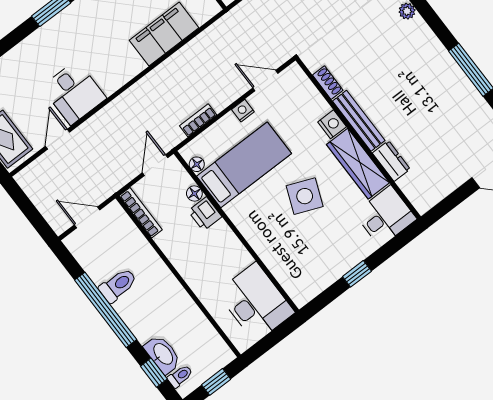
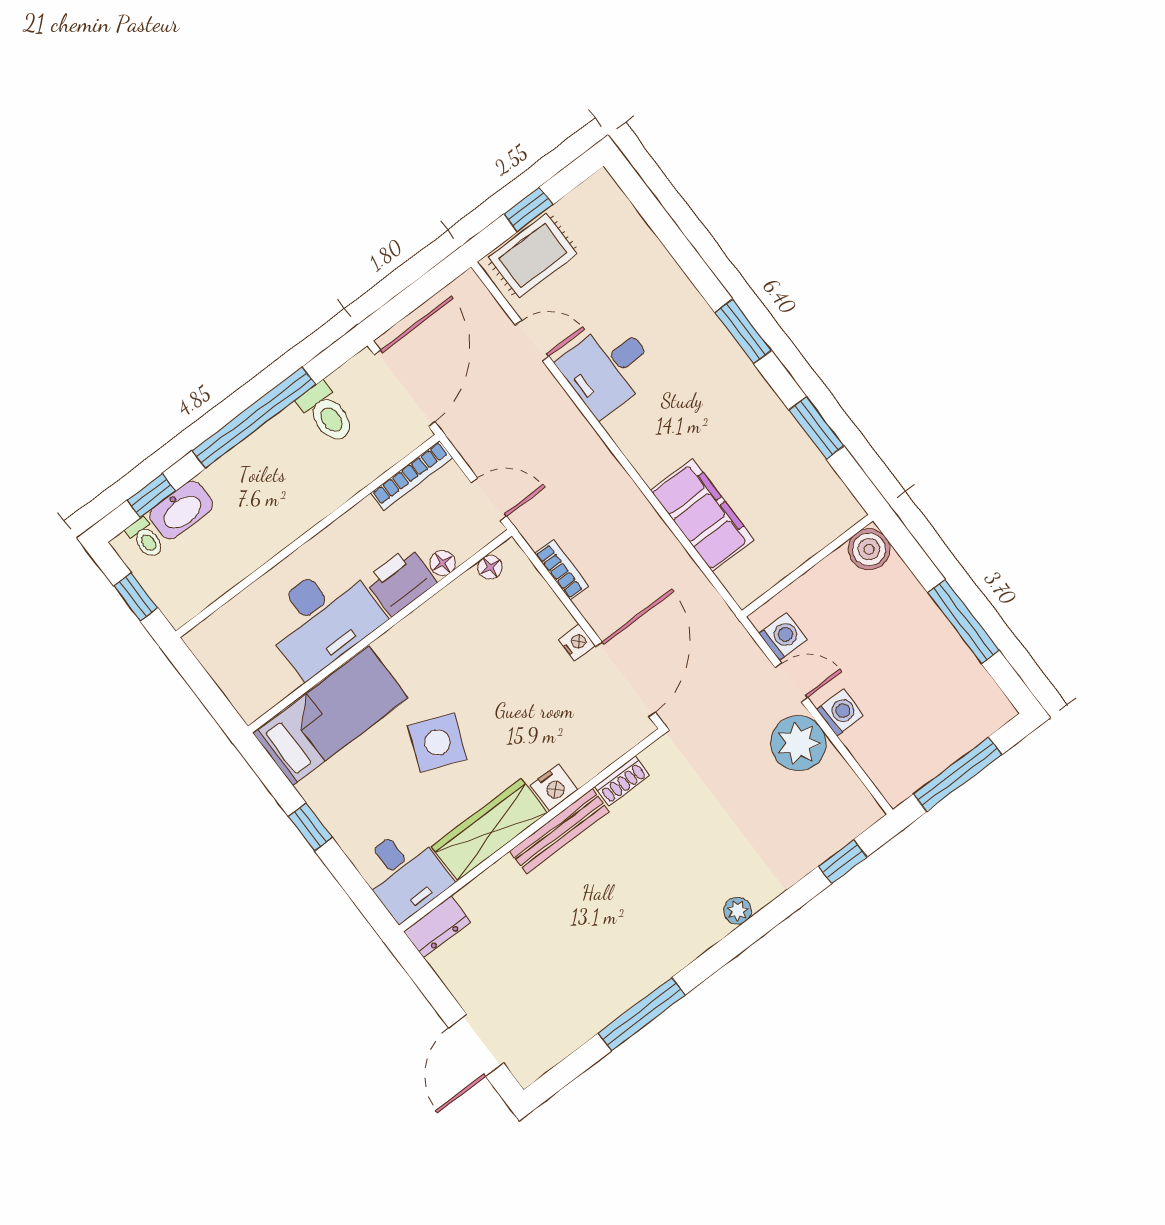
door: (265, 81) -> (626, 680), width x1.87
dresser: (391, 161) -> (437, 927), moved
bed: (244, 165) -> (331, 716), moved, turned -90
printer: (205, 214) -> (400, 581), width x1.36, depth x1.24
door: (87, 217) -> (405, 388), width x1.88
toilet: (118, 285) -> (327, 413), moved
desk: (256, 302) -> (322, 618), moved

